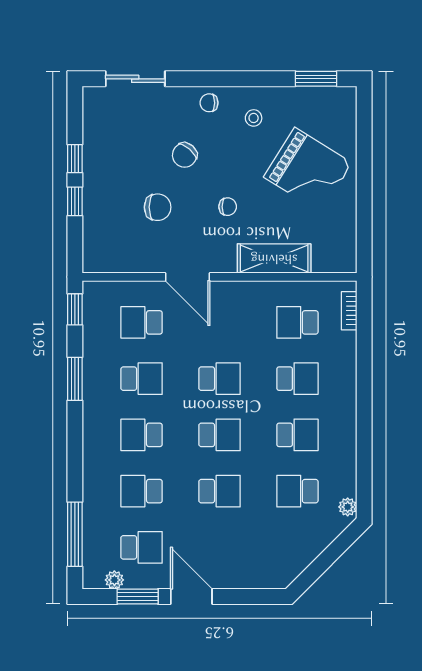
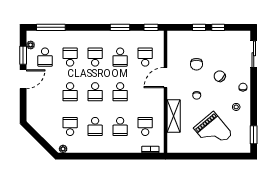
grand piano: (308, 170) -> (213, 131), turned -72

